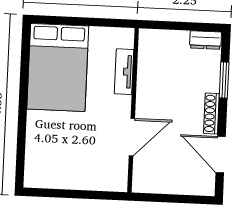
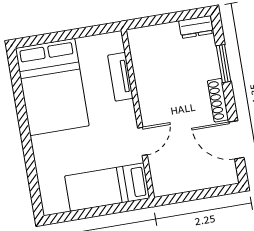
door: (132, 137) -> (142, 141), width x0.73
bed: (89, 173) -> (107, 187), added

